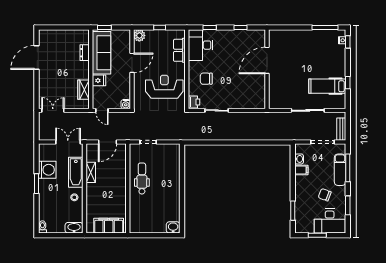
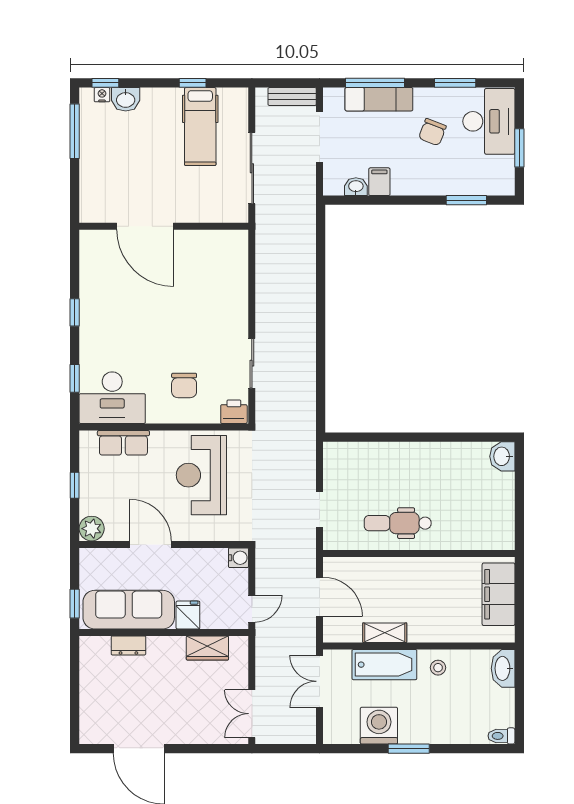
washbasin: (340, 51) -> (126, 99), added
door: (267, 60) -> (145, 226), moved
wall: (267, 69) -> (164, 226), moved

